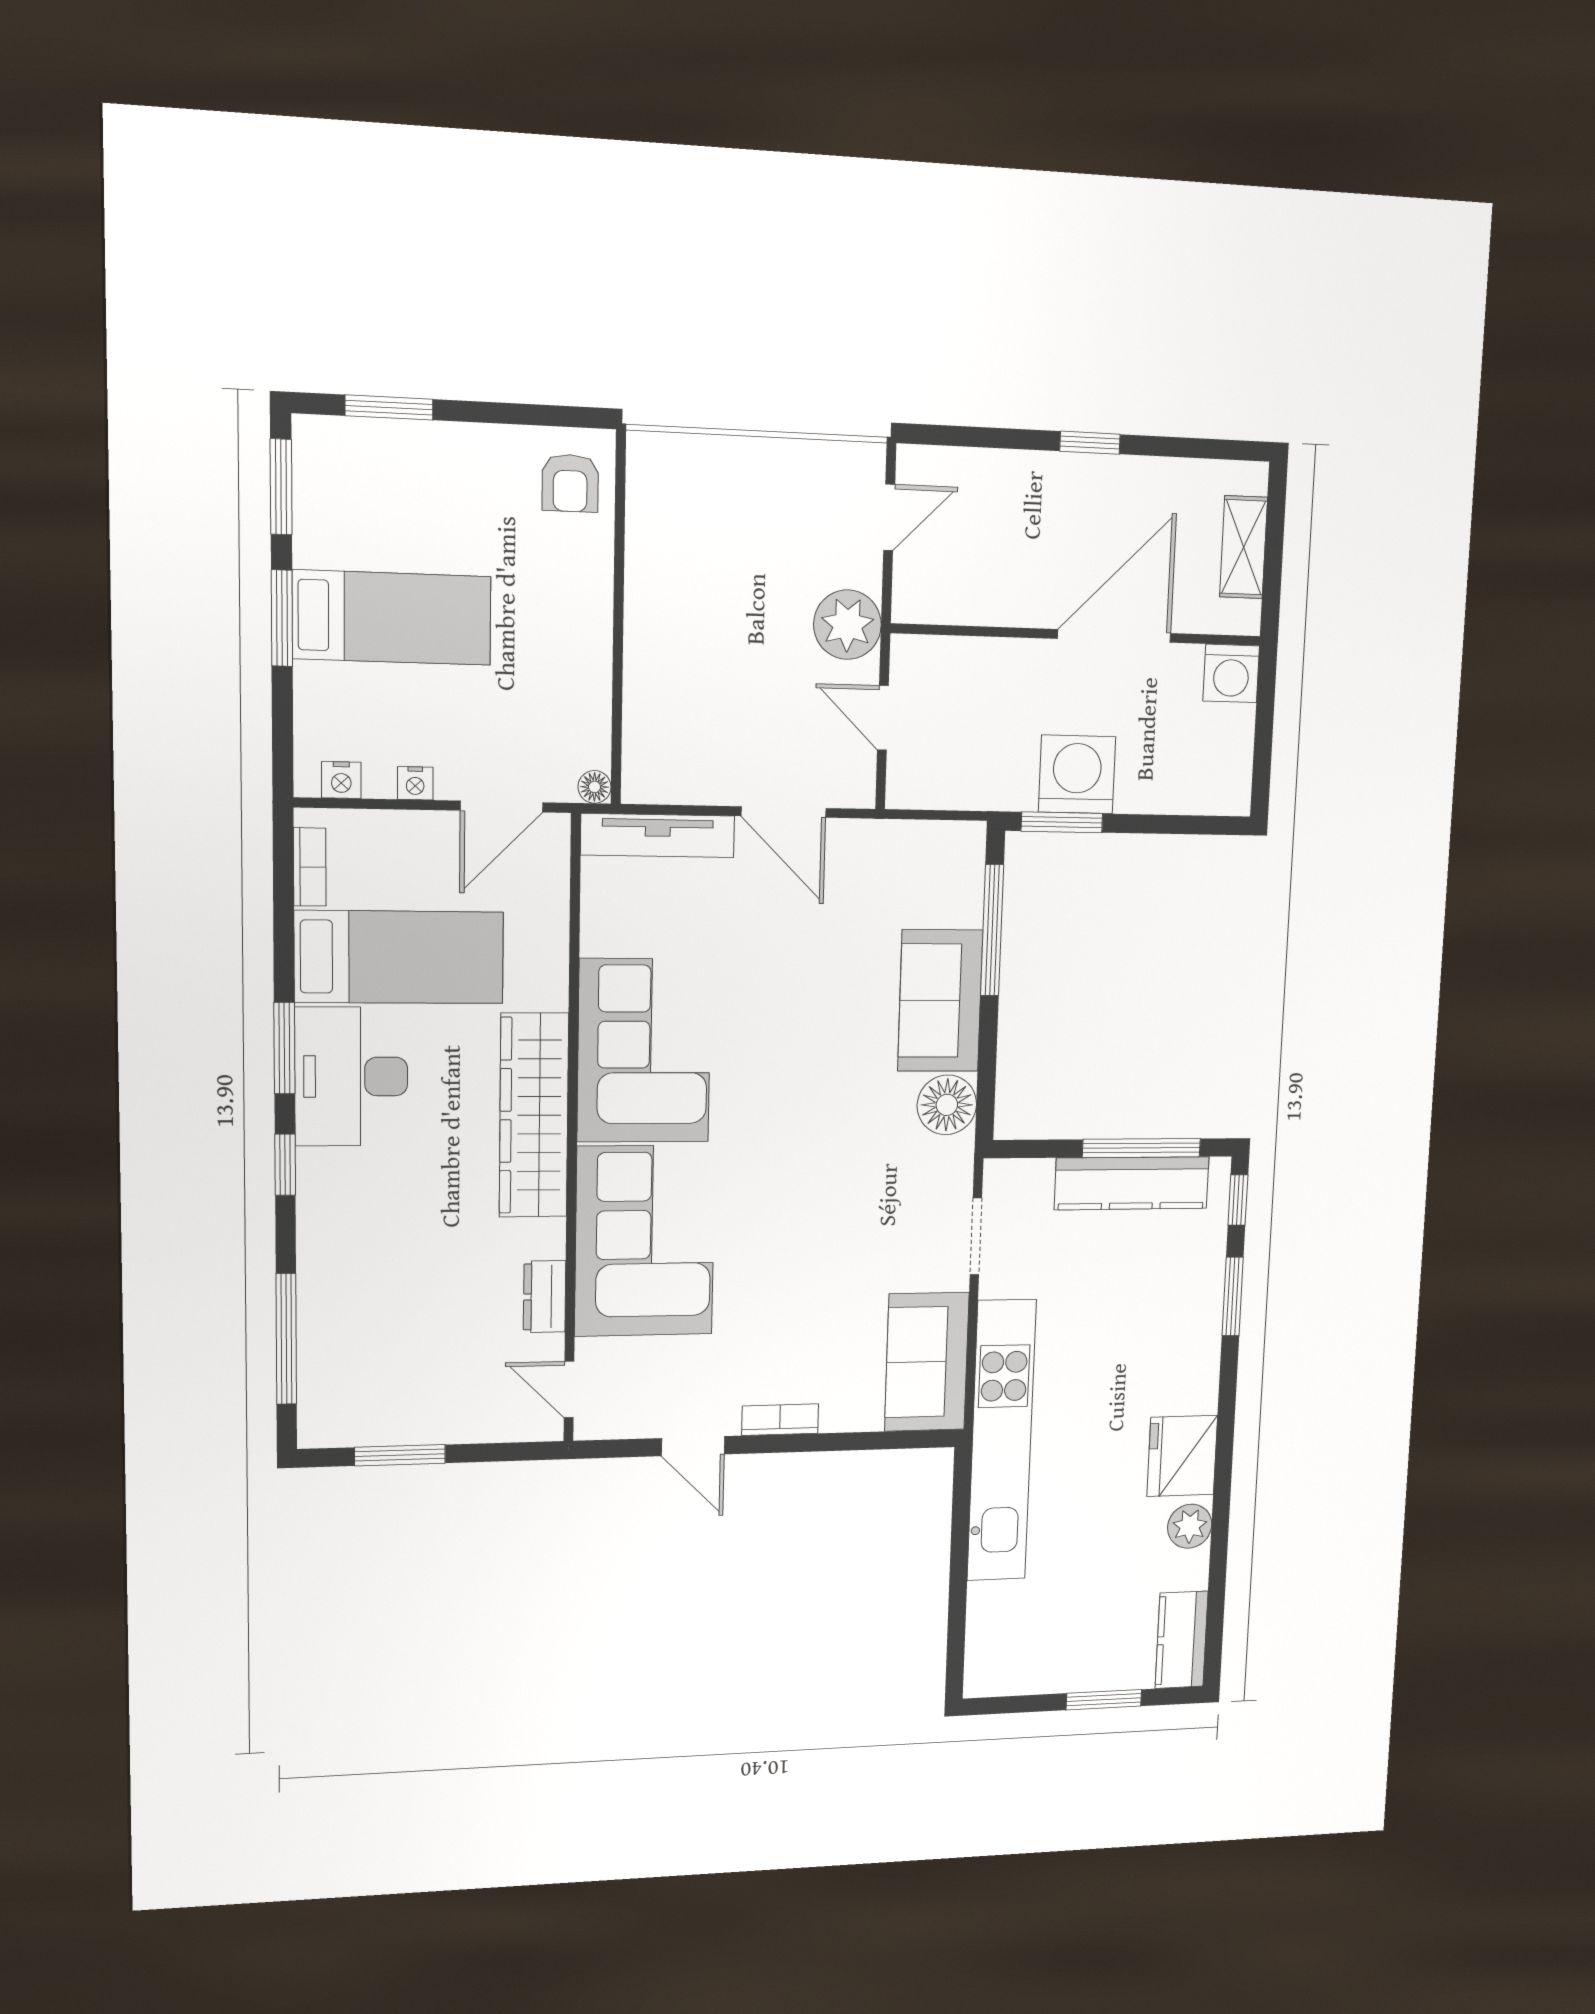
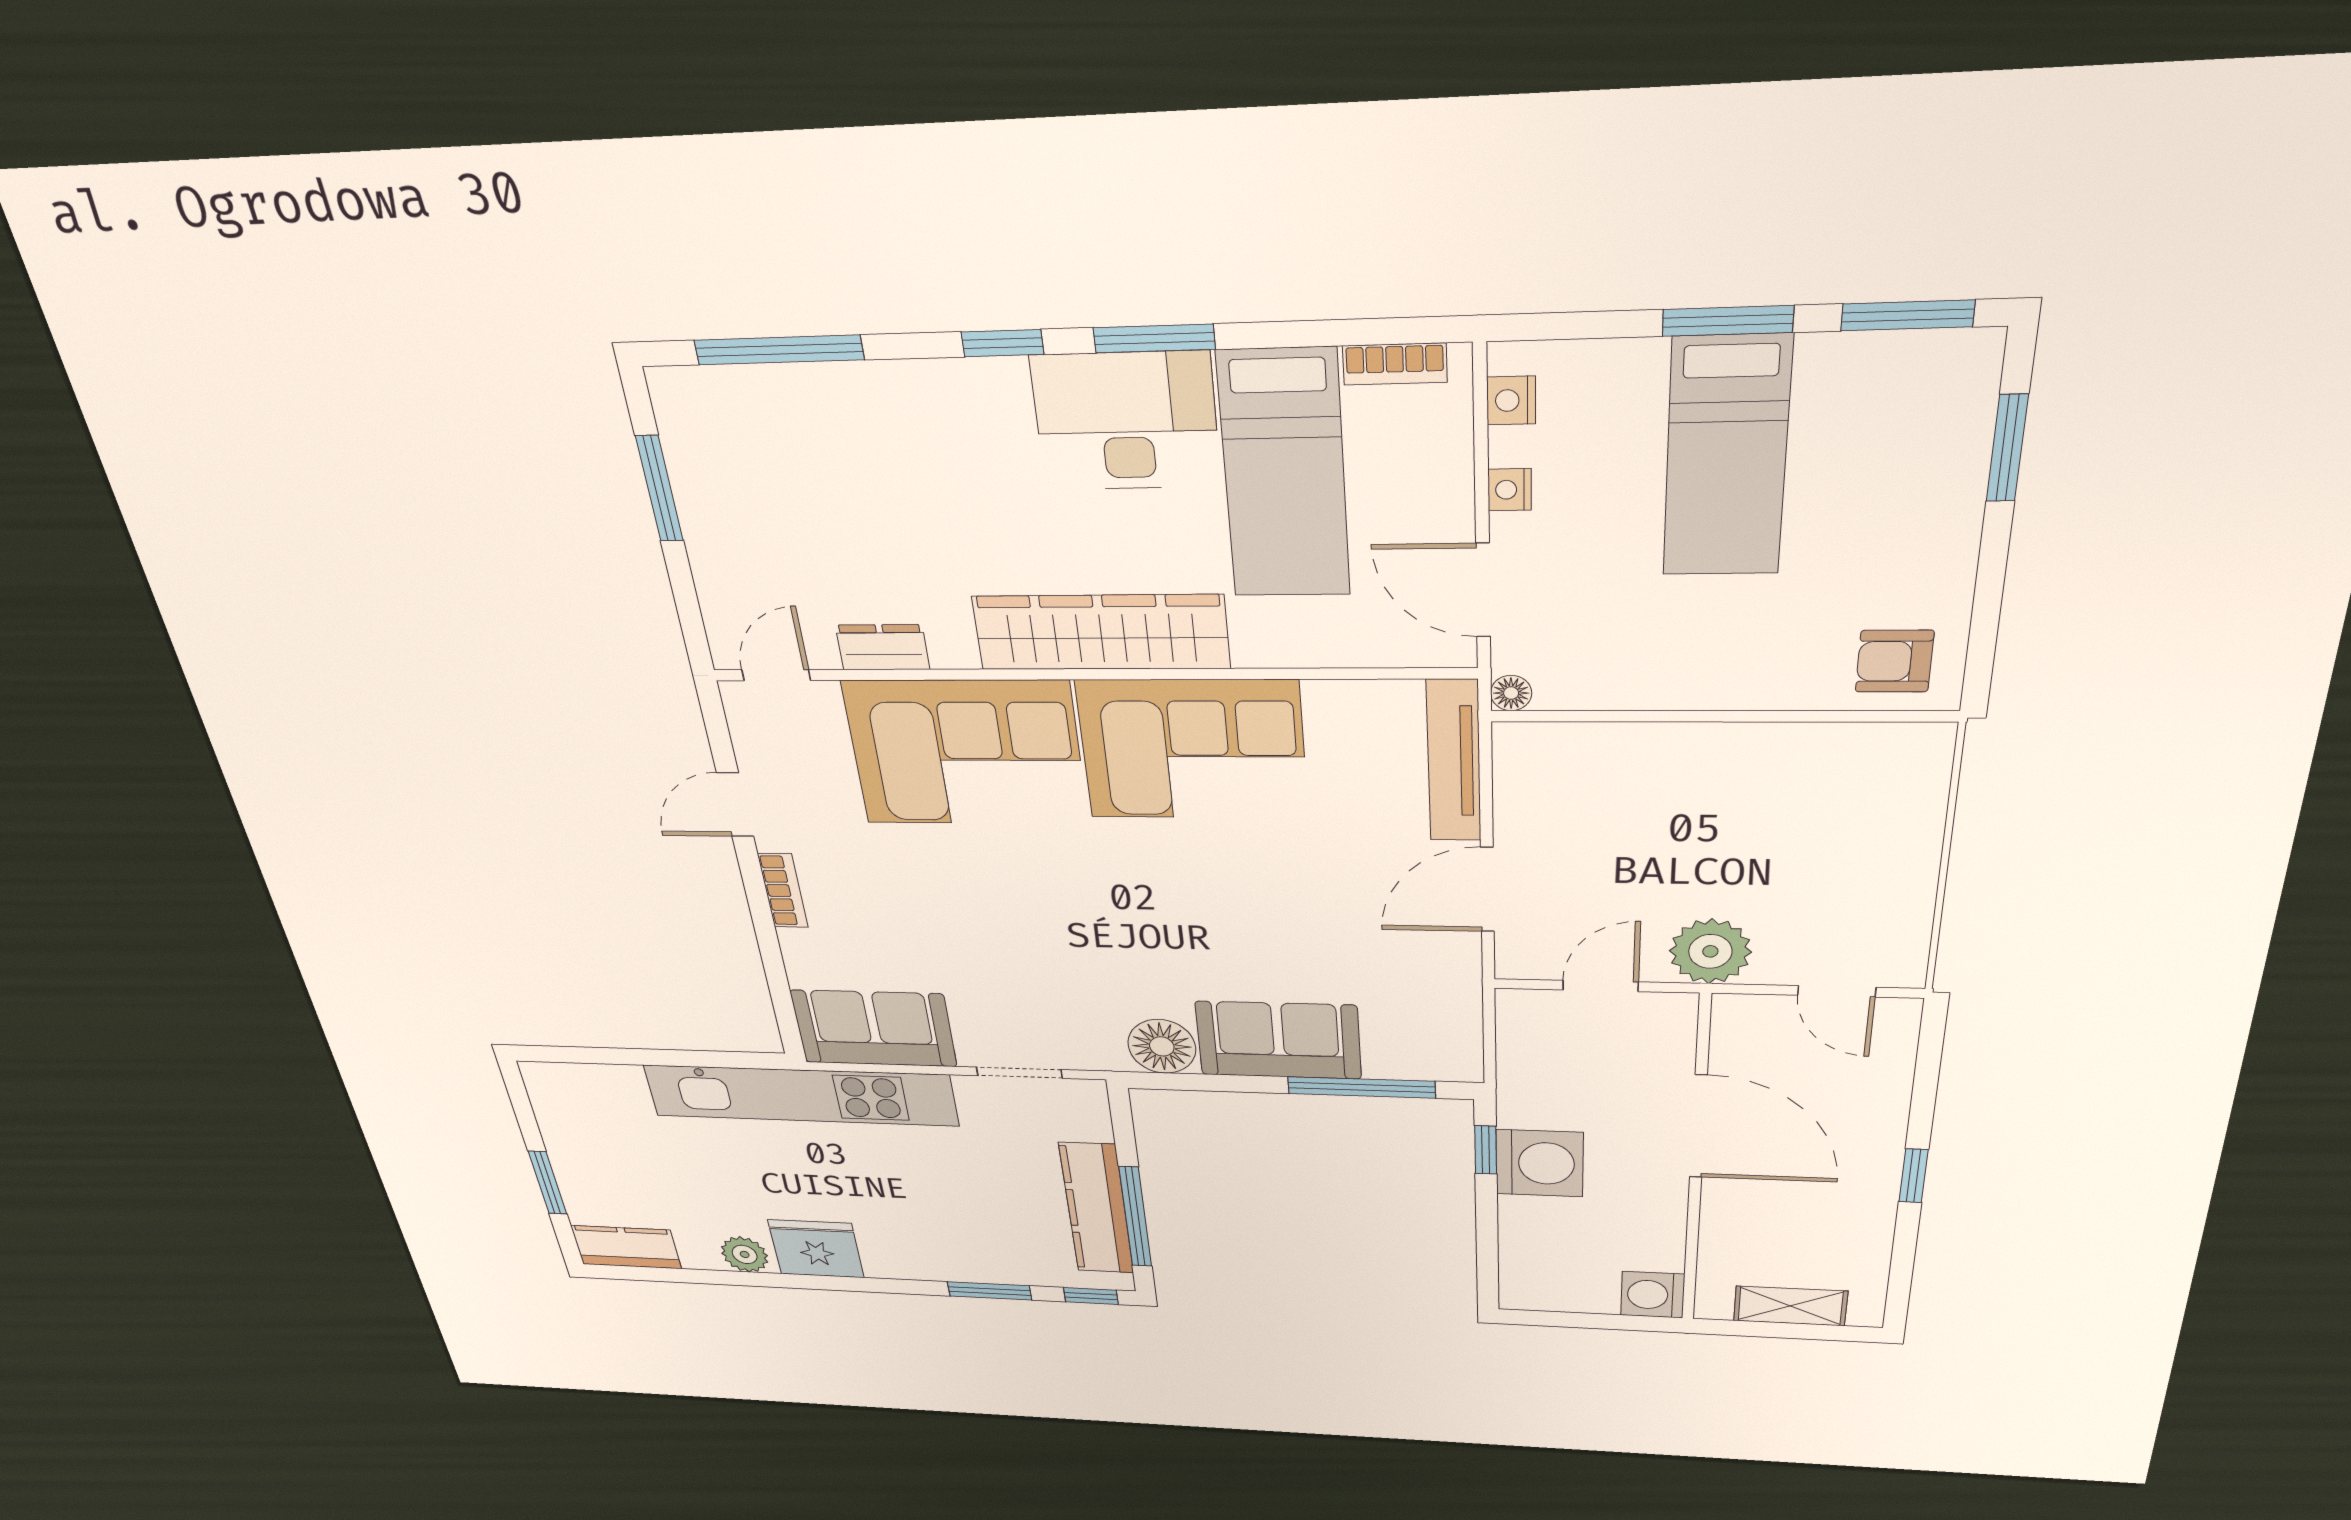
door: (1114, 636) -> (1698, 1127), moved
window: (1062, 822) -> (1486, 1150), width x0.67

